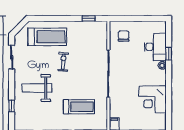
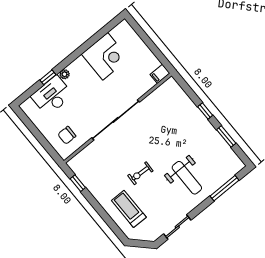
treadmill: (47, 37) -> (129, 209), width x0.73, depth x0.73
window: (12, 106) -> (224, 188), width x2.17
treadmill: (79, 107) -> (171, 122), removed

